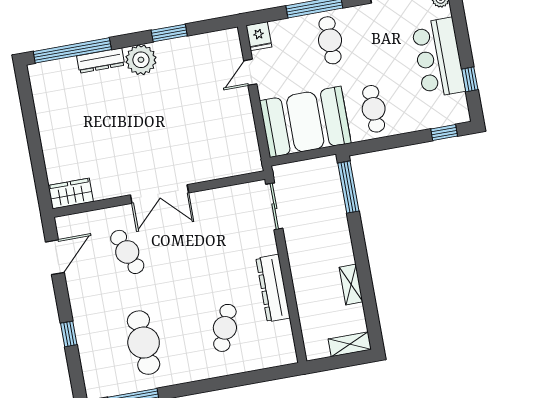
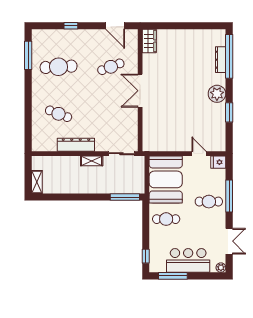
dresser: (101, 61) -> (221, 60), moved
window: (470, 79) -> (173, 276), width x2.17
shelving: (351, 285) -> (92, 161), moved

